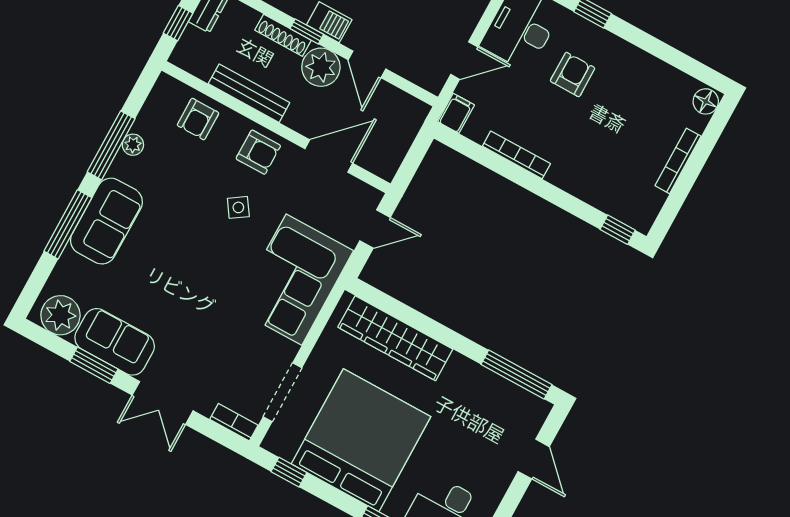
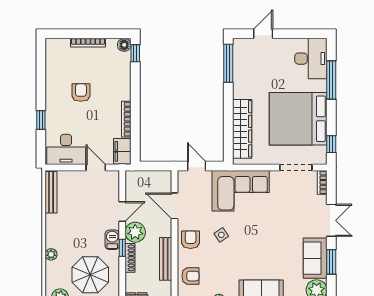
armchair: (573, 74) -> (81, 93), moved, turned 90
floor lamp: (706, 101) -> (124, 45), moved
filing cabinet: (456, 113) -> (122, 151), width x2.00

